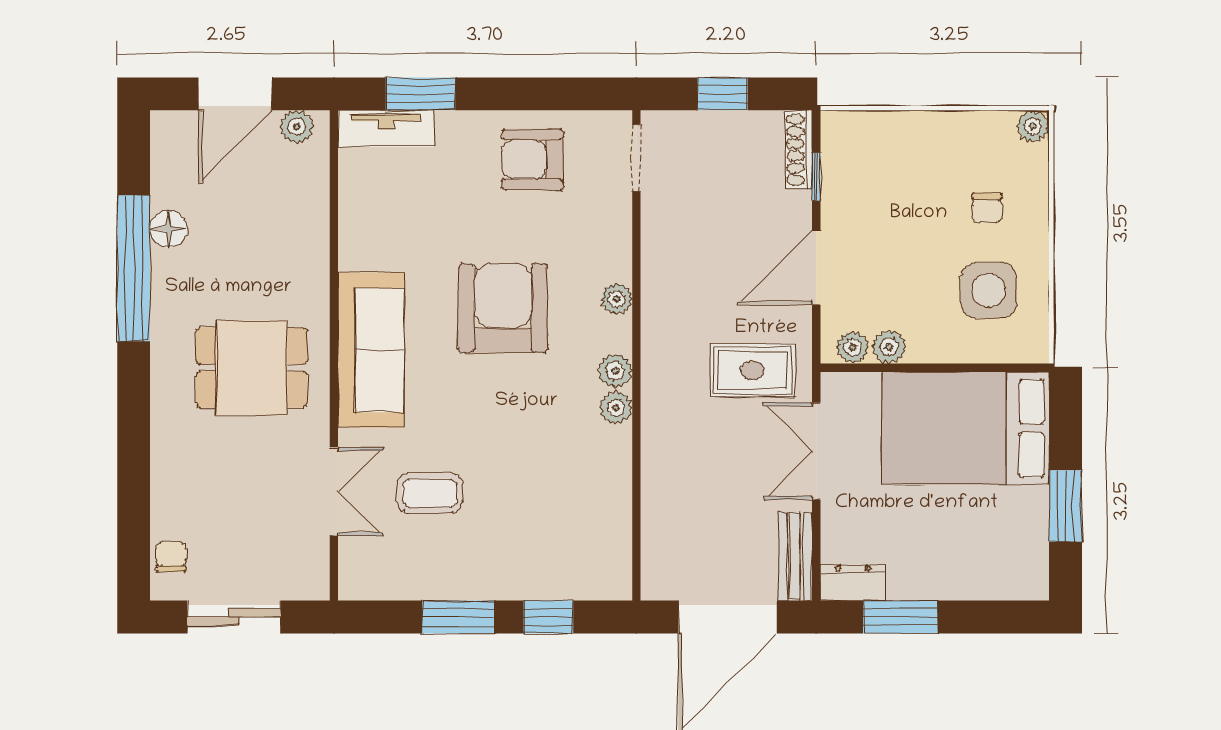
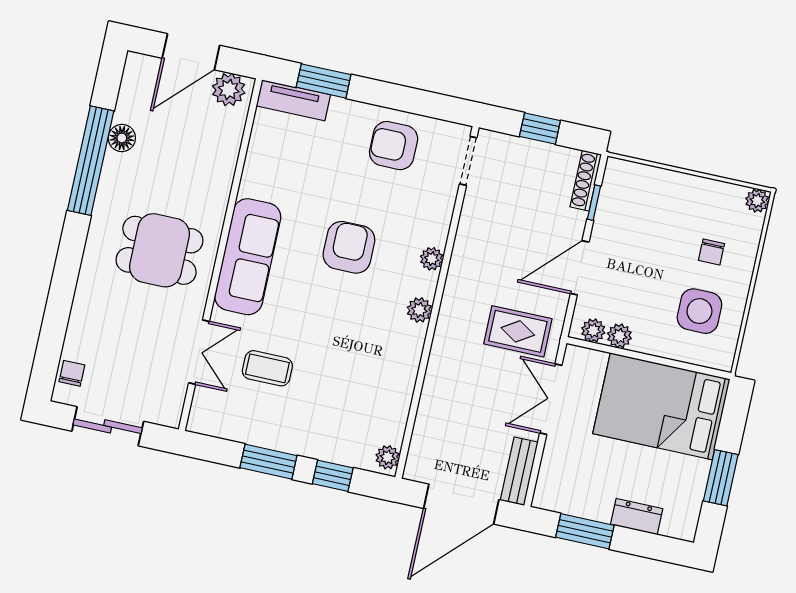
plant: (297, 127) -> (229, 89), width x1.38, depth x1.38
armchair: (503, 308) -> (349, 247), width x0.73, depth x0.73
plant: (616, 408) -> (388, 457), moved
dresser: (853, 582) -> (637, 517), moved

